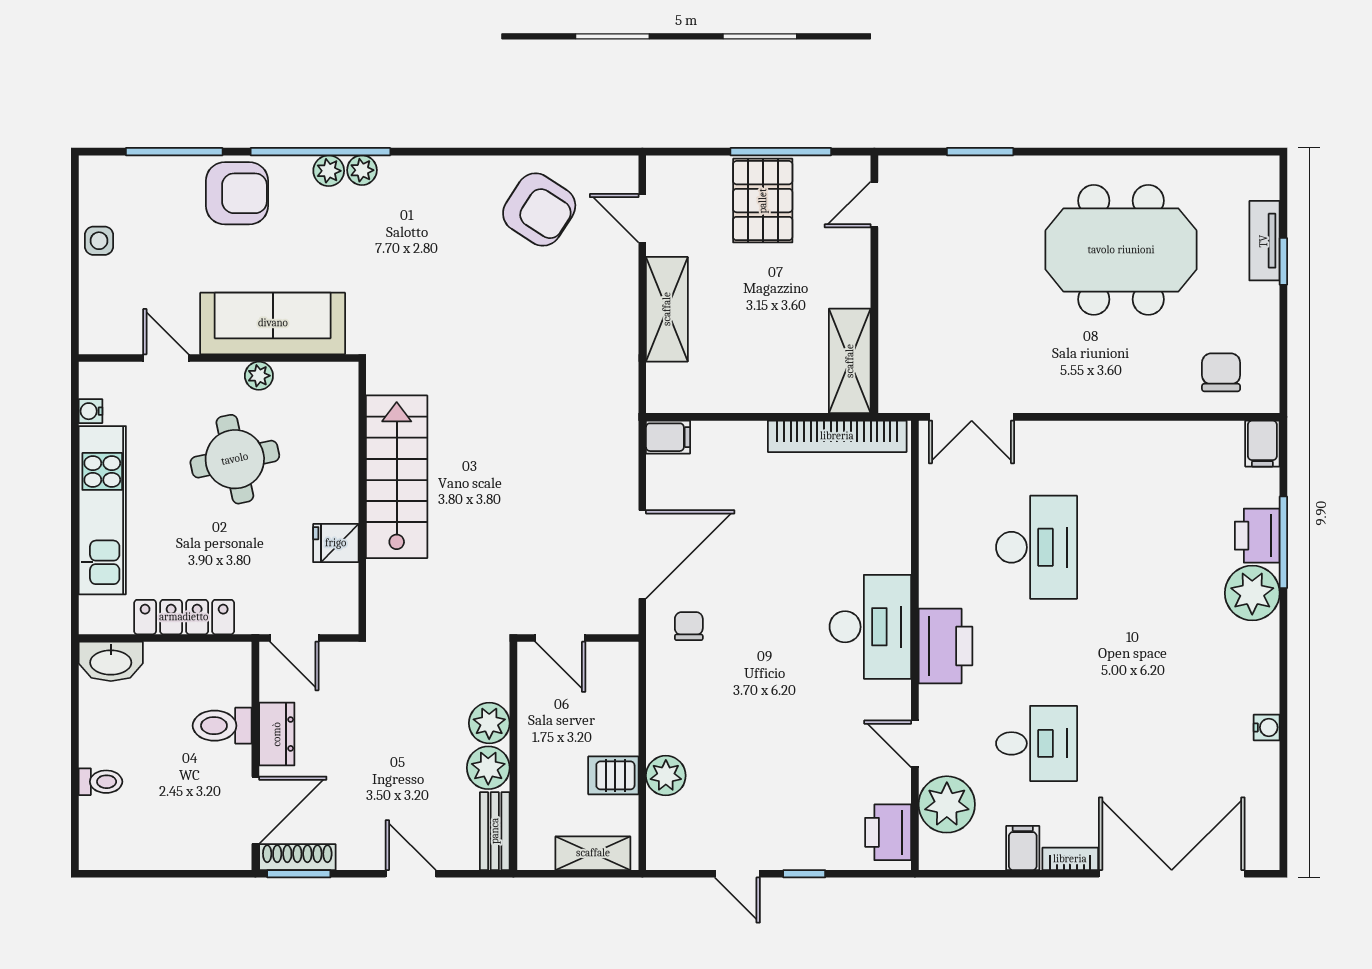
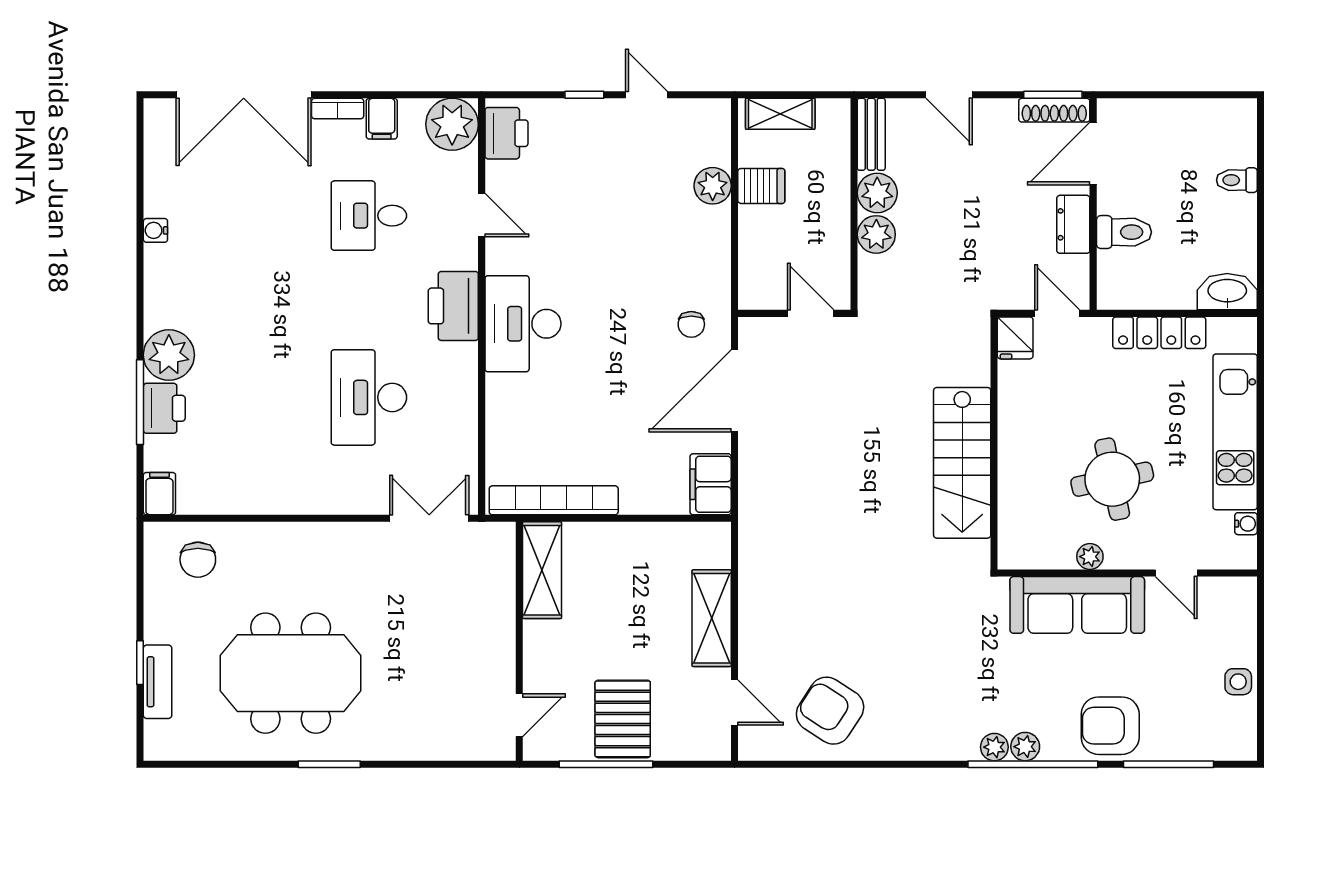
window: (980, 152) -> (329, 764), moved
filing cabinet: (668, 437) -> (711, 484), width x2.00
fridge: (336, 543) -> (1015, 338), moved, turned 90
plant: (947, 804) -> (452, 124), moved

